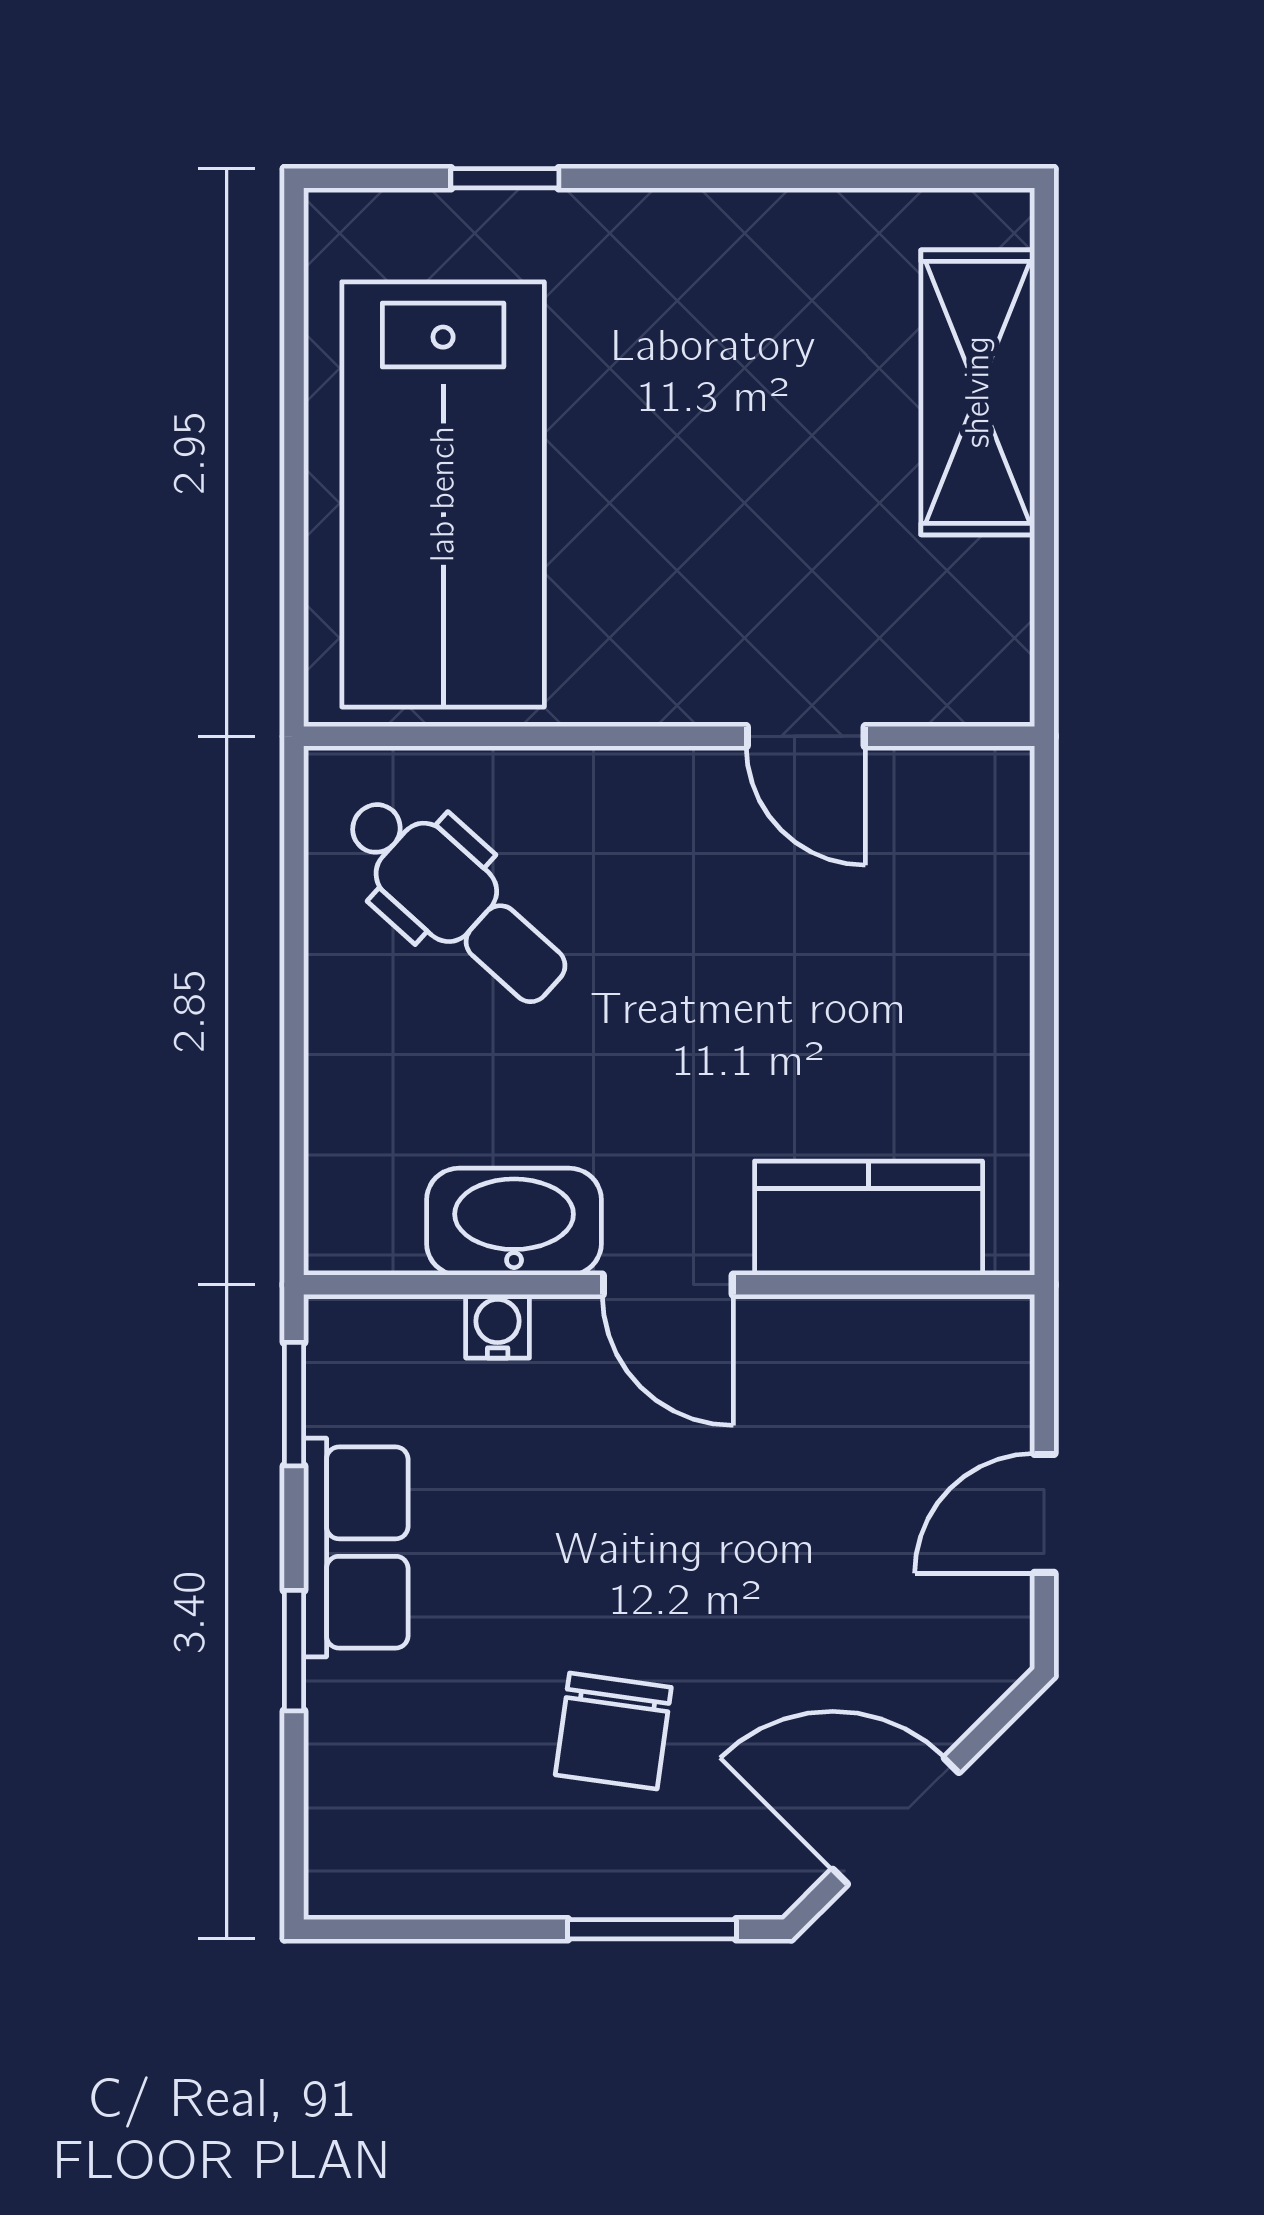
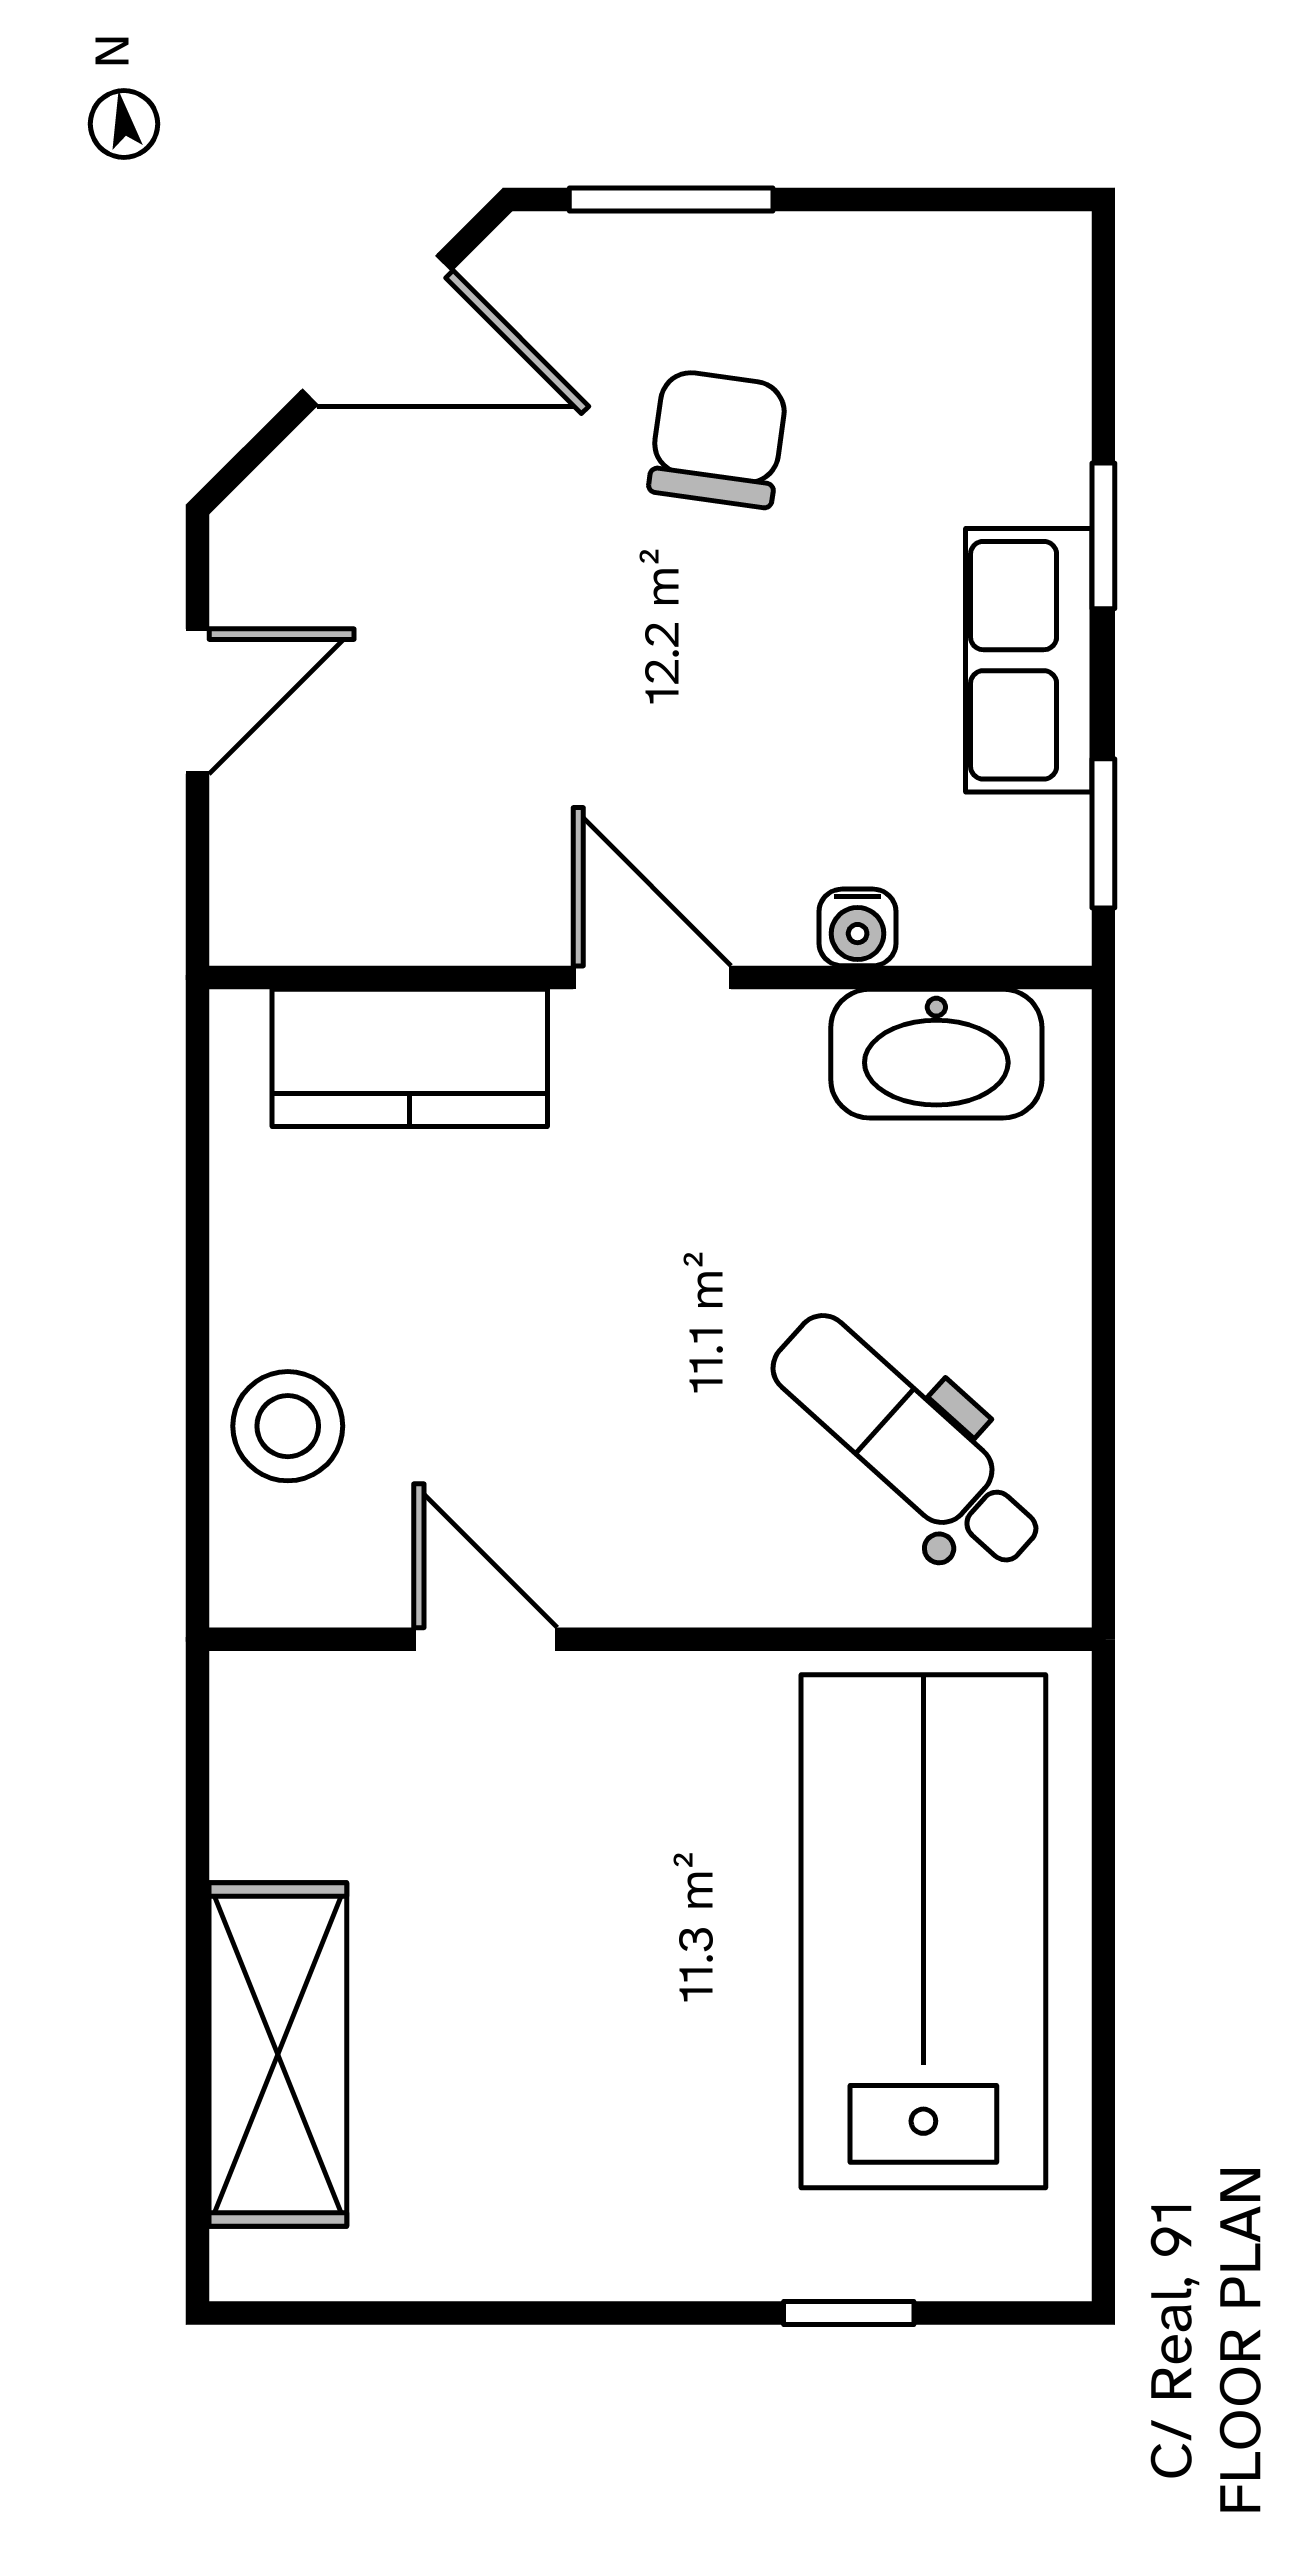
stool: (970, 913) -> (288, 1426), added
washbasin: (514, 1222) -> (936, 1054), moved

